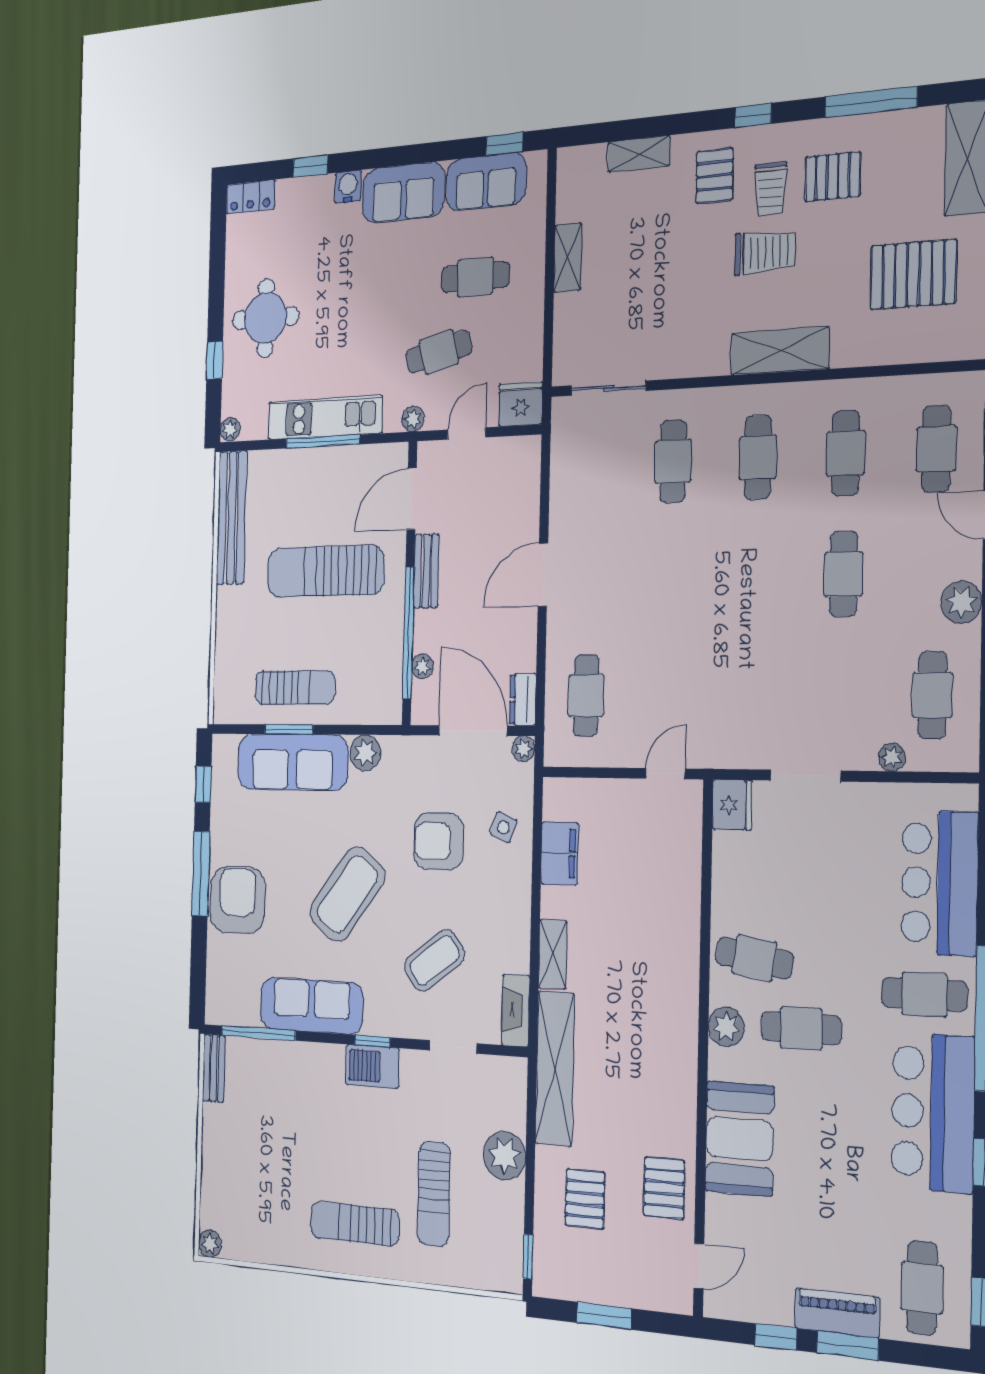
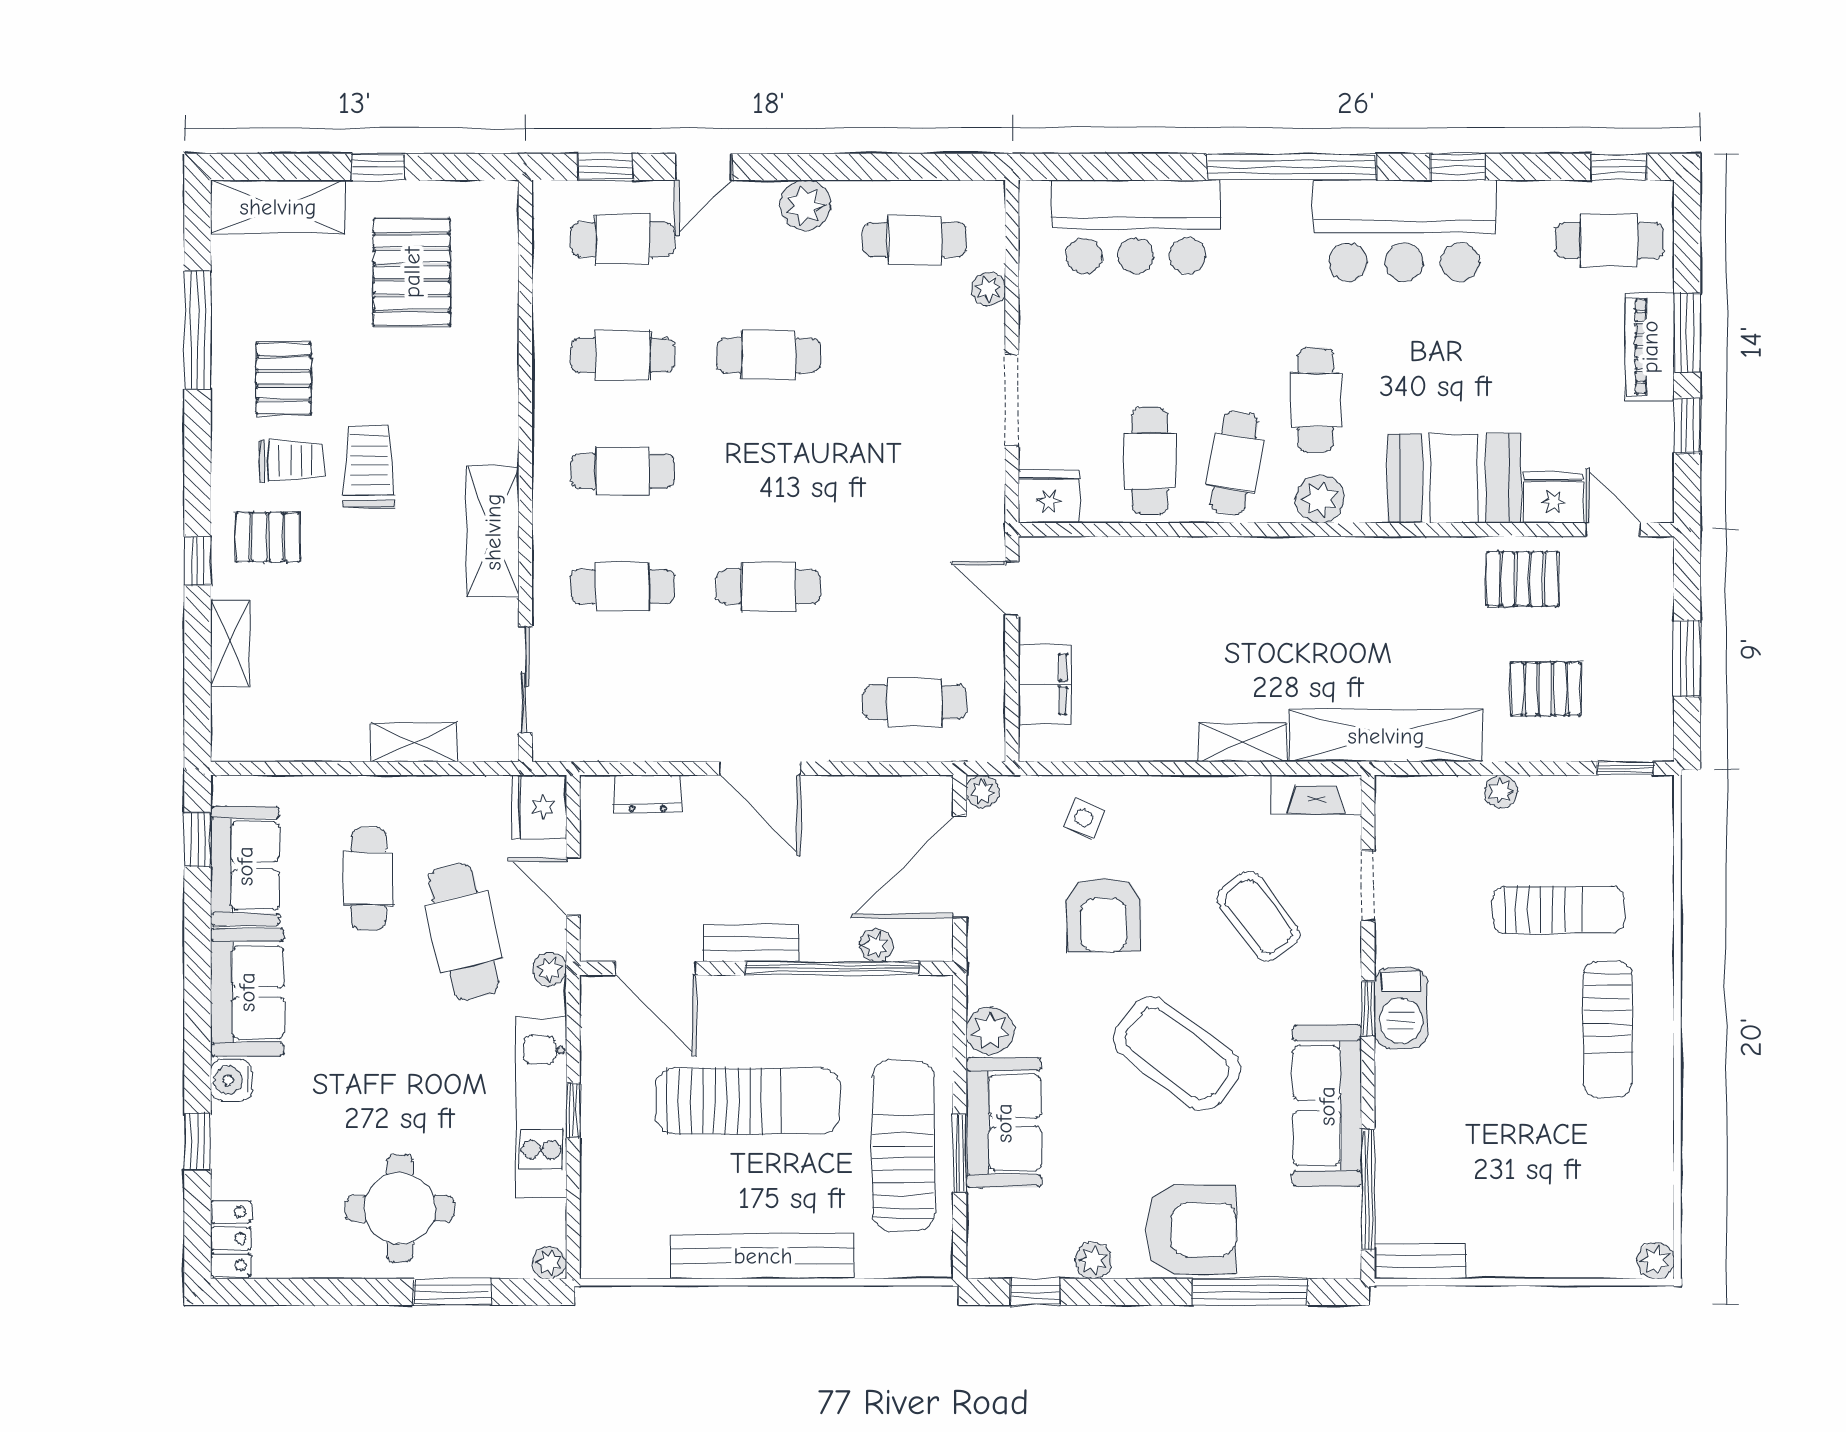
window: (753, 115) -> (197, 561), moved
shelving: (568, 258) -> (414, 742), moved
shelving: (780, 351) -> (493, 532), moved
cafe table: (439, 352) -> (463, 932), width x1.37, depth x1.35
window: (215, 360) -> (453, 1292), width x1.50
window: (323, 441) -> (573, 1110), width x0.46
bench: (232, 518) -> (763, 1256), moved
sun lounger: (325, 571) -> (748, 1101), turned -90
cafe table: (671, 578) -> (769, 587), added
sun lounger: (295, 688) -> (903, 1145), width x1.36, depth x1.34
dresser: (523, 699) -> (648, 794), moved
sofa: (293, 762) -> (1004, 1123), width x0.73
plant: (221, 827) -> (1093, 1261), added
filing cabinet: (560, 853) -> (1045, 684), moved, turned 90
window: (201, 873) -> (1250, 1292), moved
armchair: (238, 900) -> (1191, 1230), turned 180
cafe table: (924, 994) -> (1150, 461), moved
plant: (505, 1156) -> (1501, 791), width x0.53, depth x0.53
fridge: (723, 1220) -> (1554, 498), added

